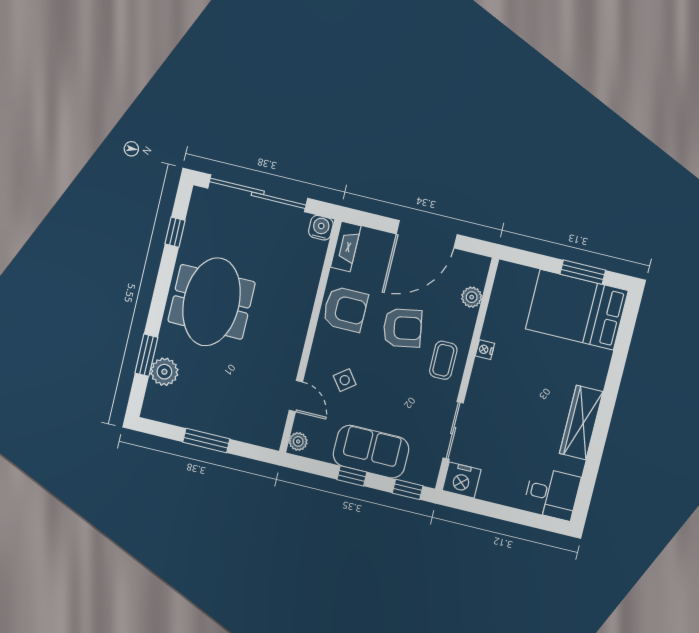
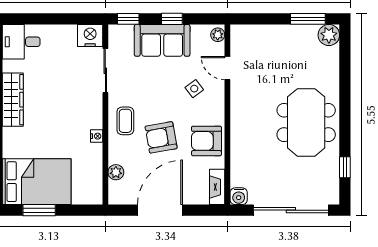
window: (146, 355) -> (345, 71), removed
plant: (164, 372) -> (329, 35), moved
window: (206, 441) -> (308, 19), moved

